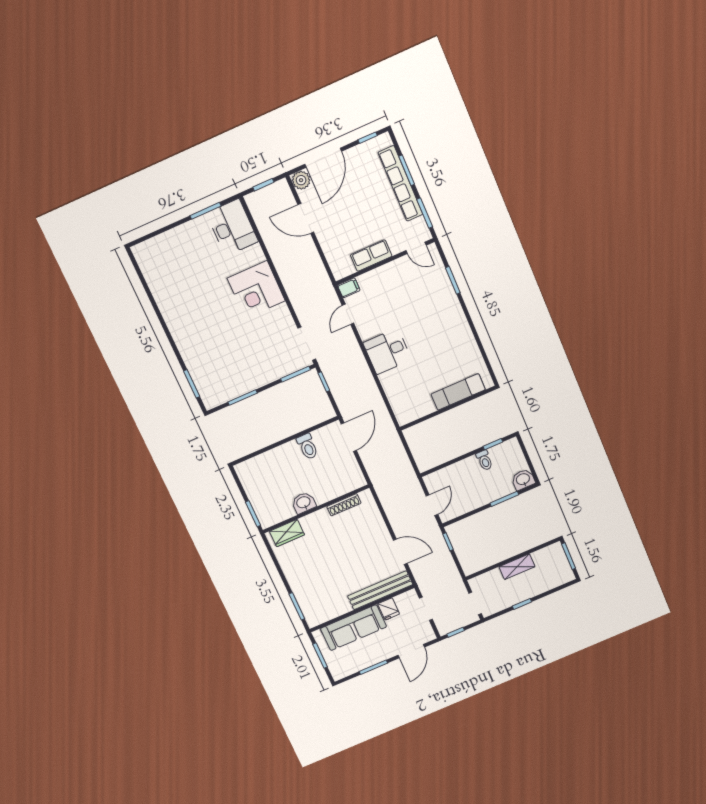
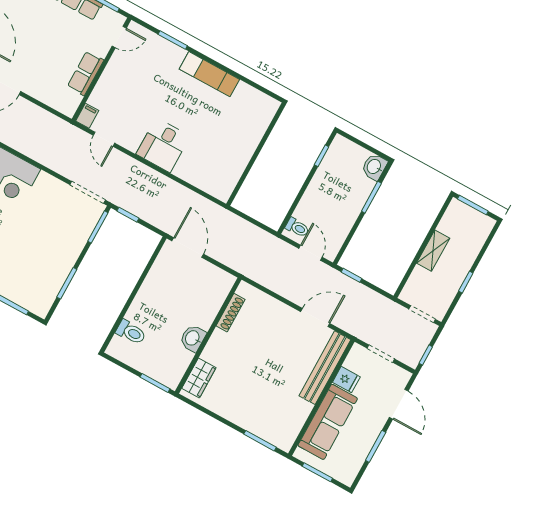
exam couch: (458, 392) -> (209, 74), moved, turned -90
toilet: (307, 447) -> (131, 332), moved
toilet: (484, 460) -> (297, 228), moved

